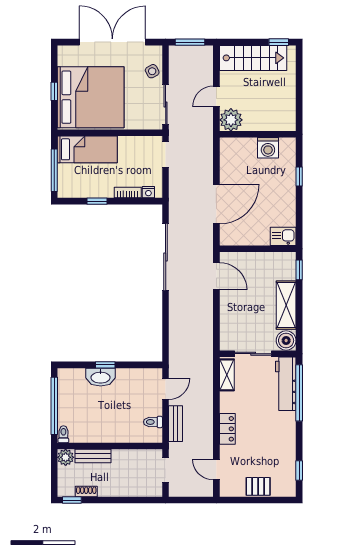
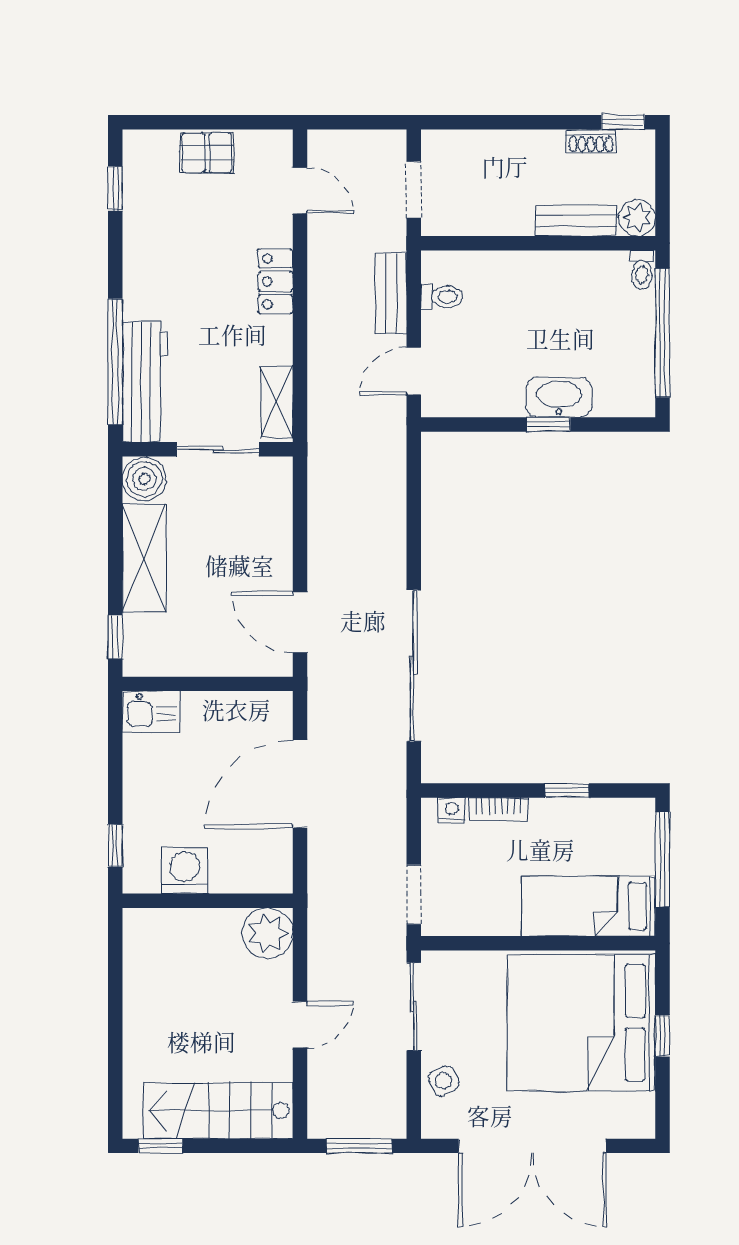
plant: (231, 120) -> (267, 933), moved
wall: (258, 134) -> (208, 901), moved
washing machine: (268, 148) -> (185, 870), moved

